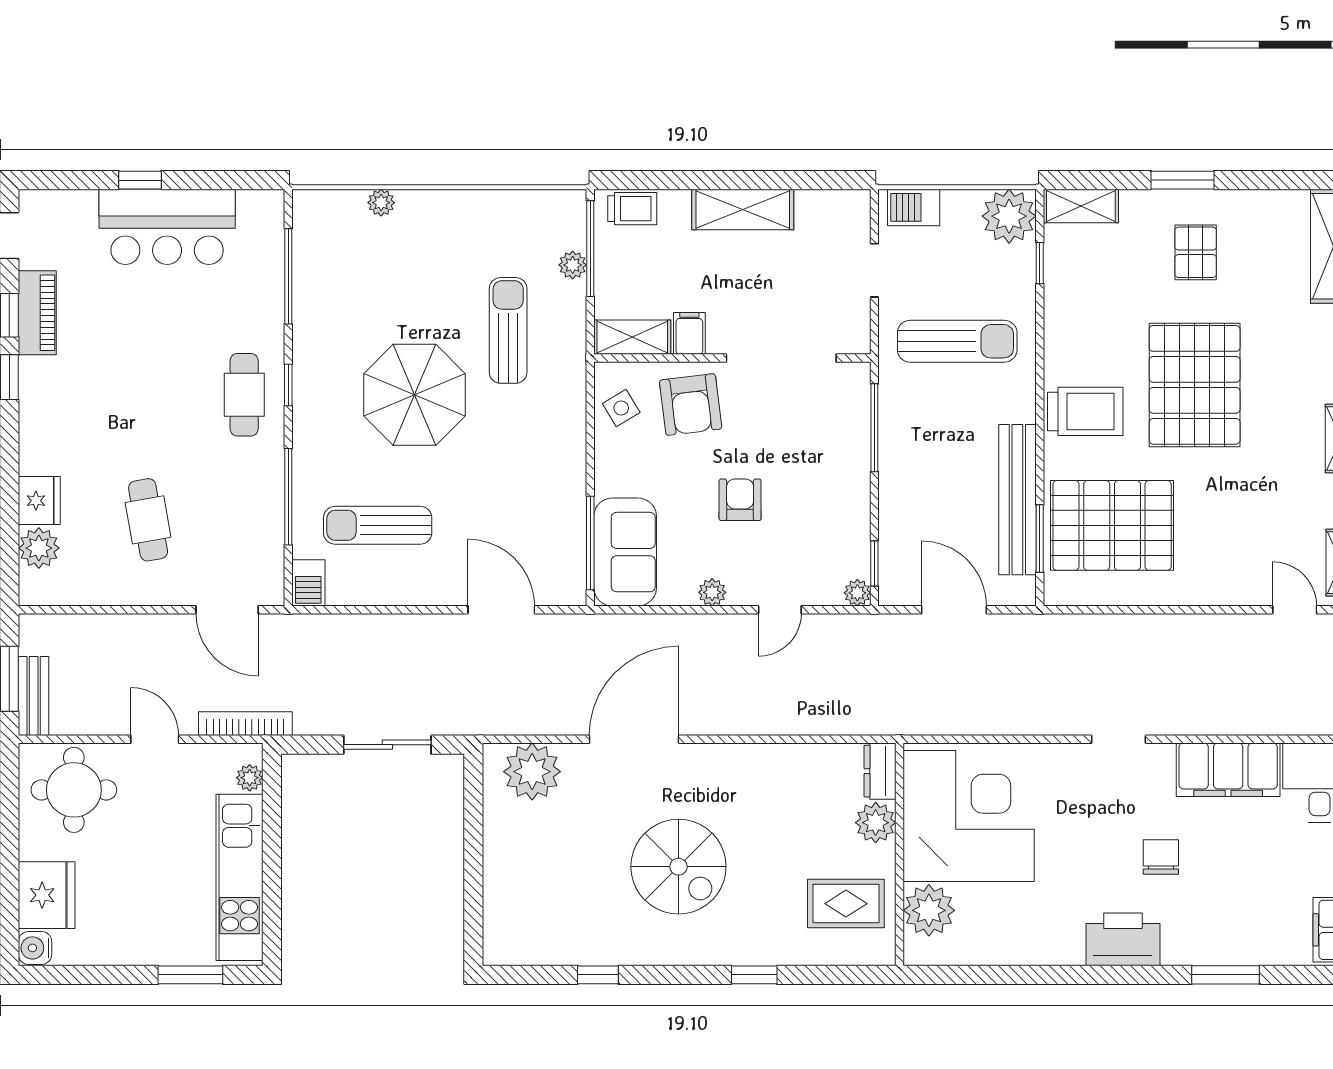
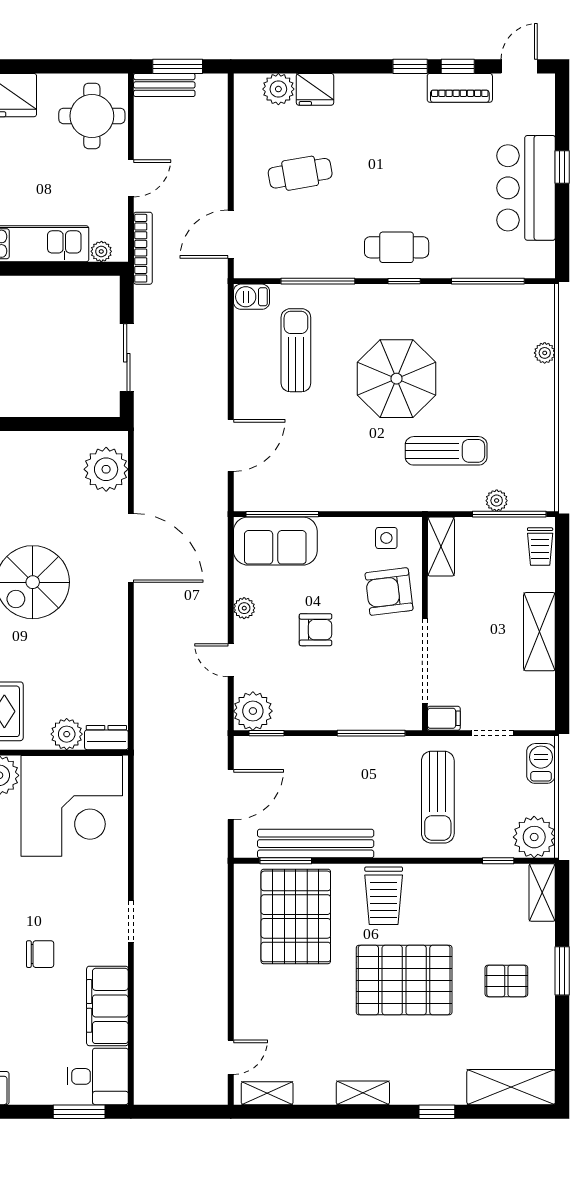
filing cabinet: (689, 333) -> (444, 718), moved
side table: (621, 408) -> (386, 538), turned 31
plant: (857, 593) -> (253, 711), width x1.88, depth x1.88

